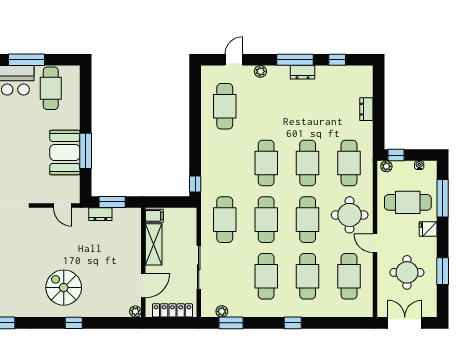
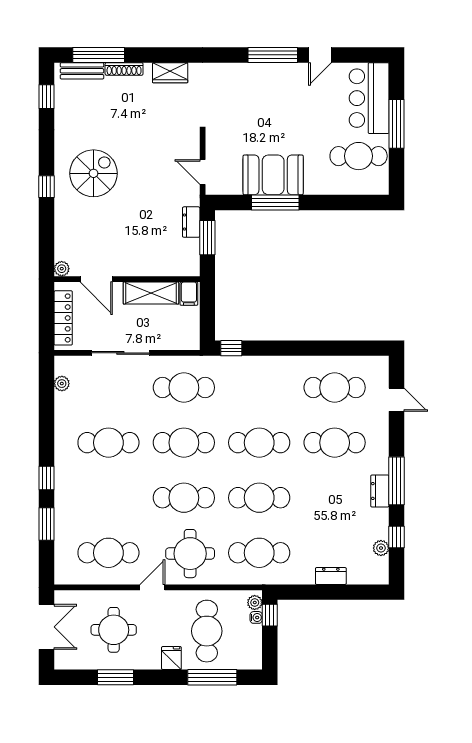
plant: (260, 71) -> (381, 548), moved
water cooler: (419, 165) -> (256, 617), moved
door: (63, 206) -> (203, 172), hinge flipped
cafe table: (308, 276) -> (335, 443), moved
window: (231, 323) -> (47, 524), moved

